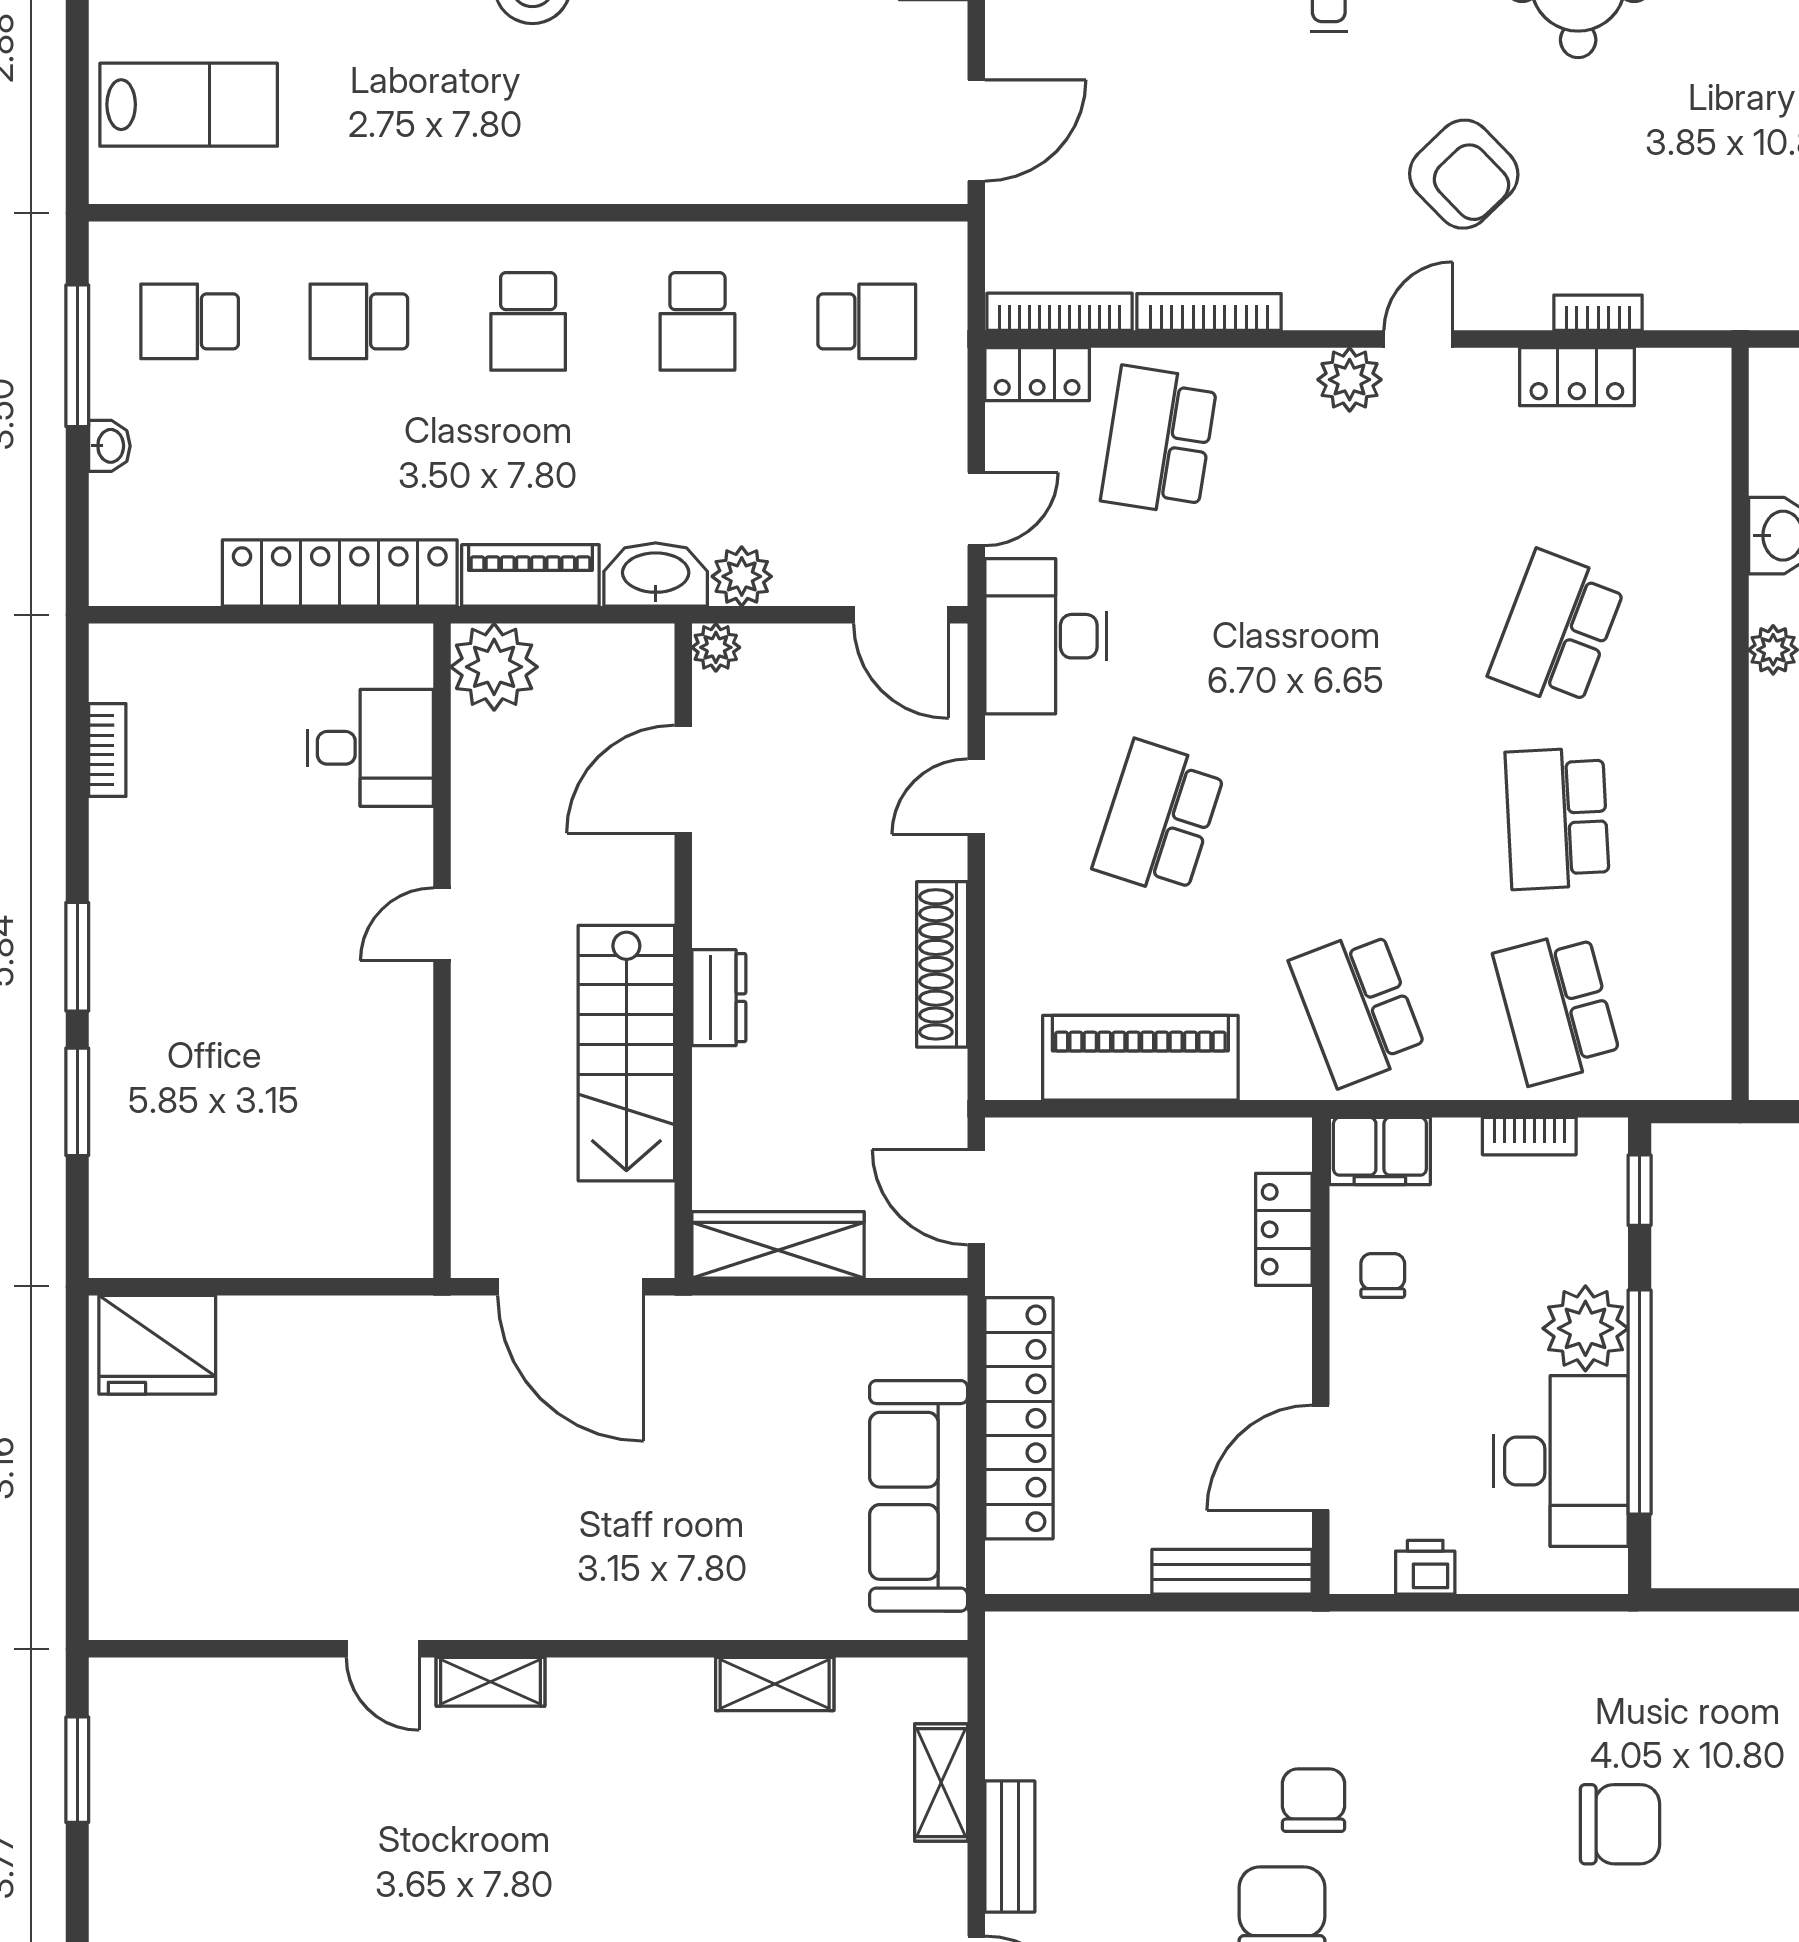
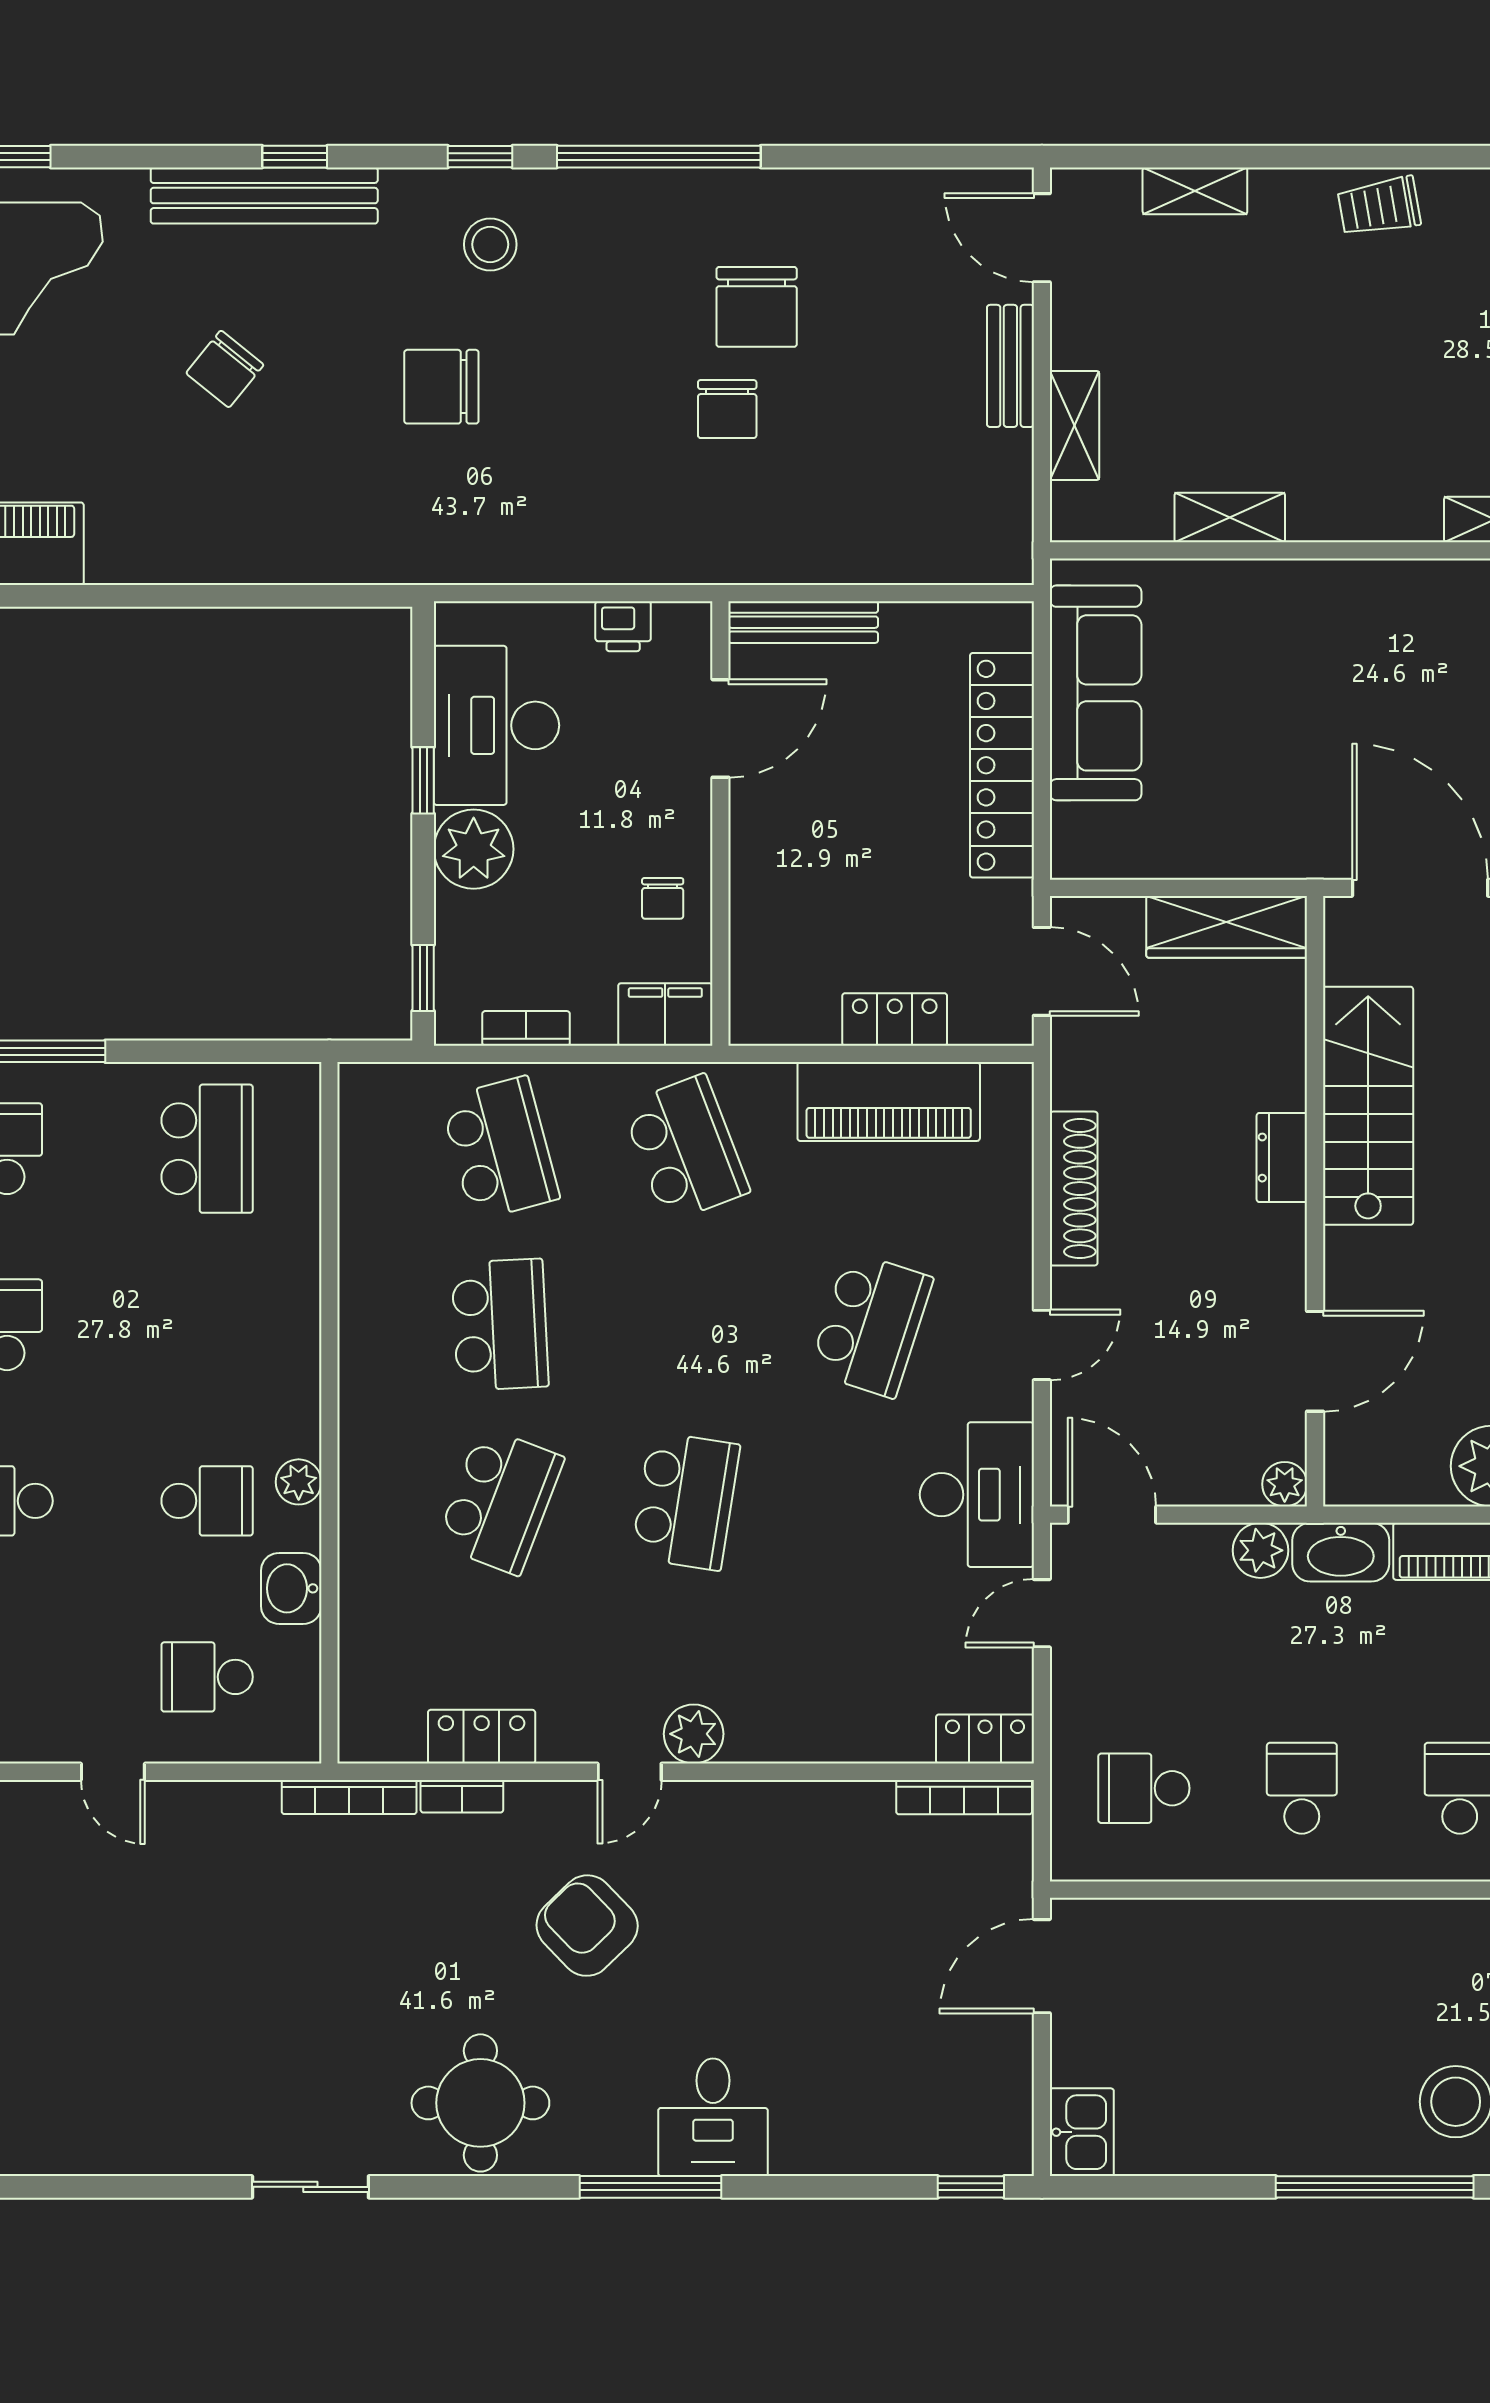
bookcase: (1209, 312) -> (349, 1797), moved
school desk: (1159, 440) -> (686, 1501), moved
locker: (1284, 1229) -> (895, 1019), moved, turned -90
window: (1640, 1402) -> (423, 780), width x0.32

